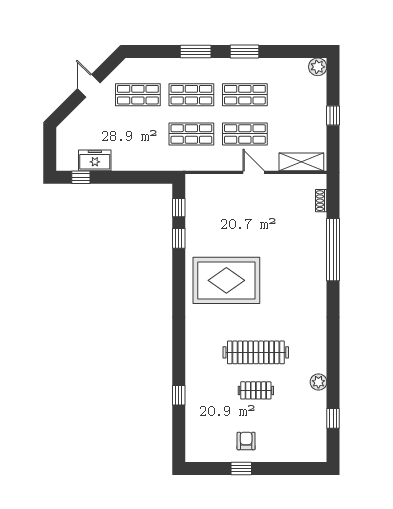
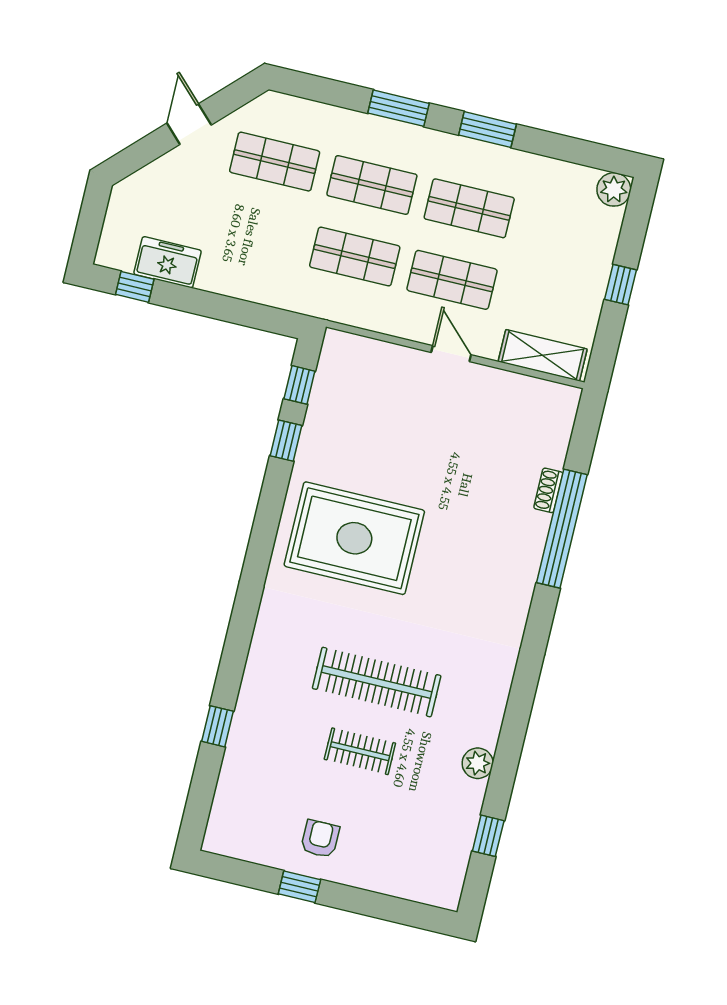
shoe rack: (321, 201) -> (548, 490), moved

